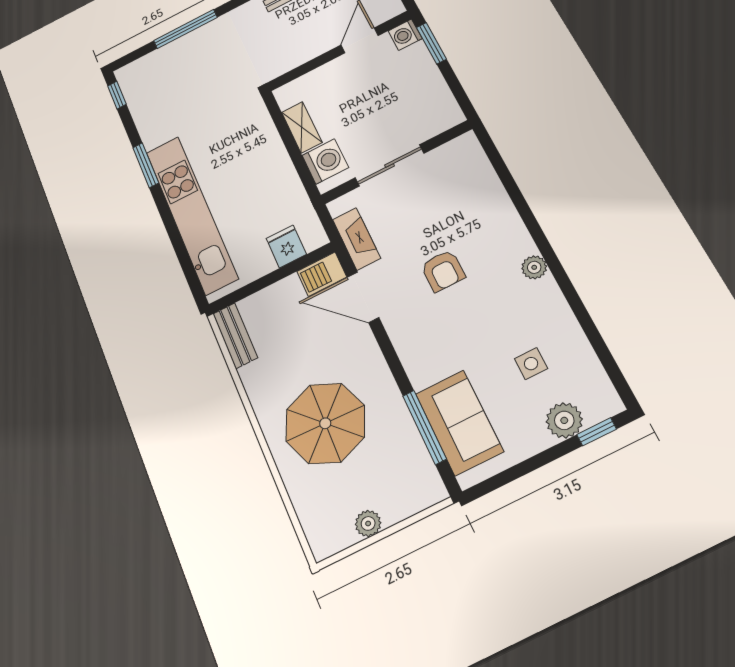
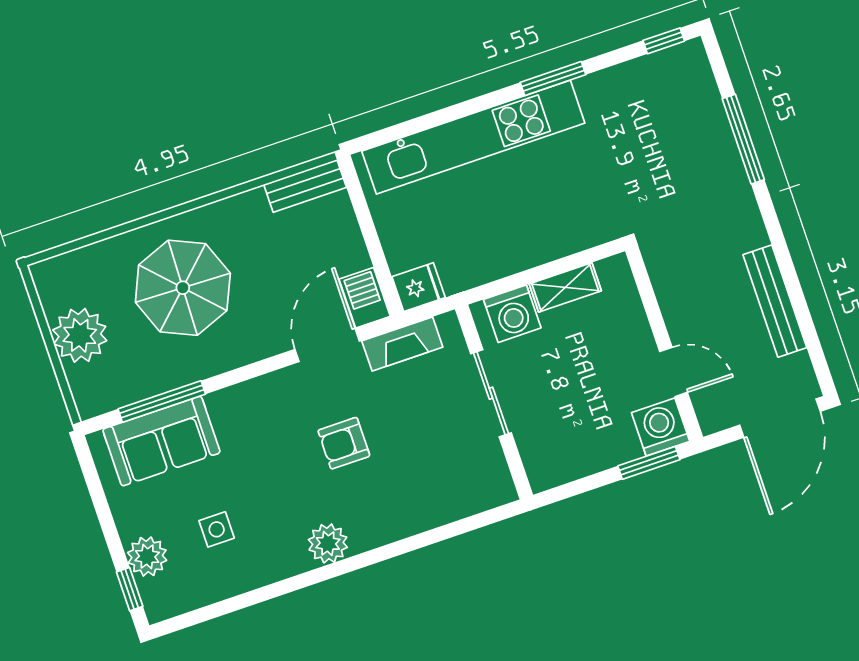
washing machine: (405, 35) -> (661, 427), width x1.38, depth x1.38
fridge: (286, 246) -> (419, 287), moved
plant: (534, 267) -> (328, 543), width x1.38, depth x1.38
plant: (368, 523) -> (80, 335), width x1.87, depth x1.87

